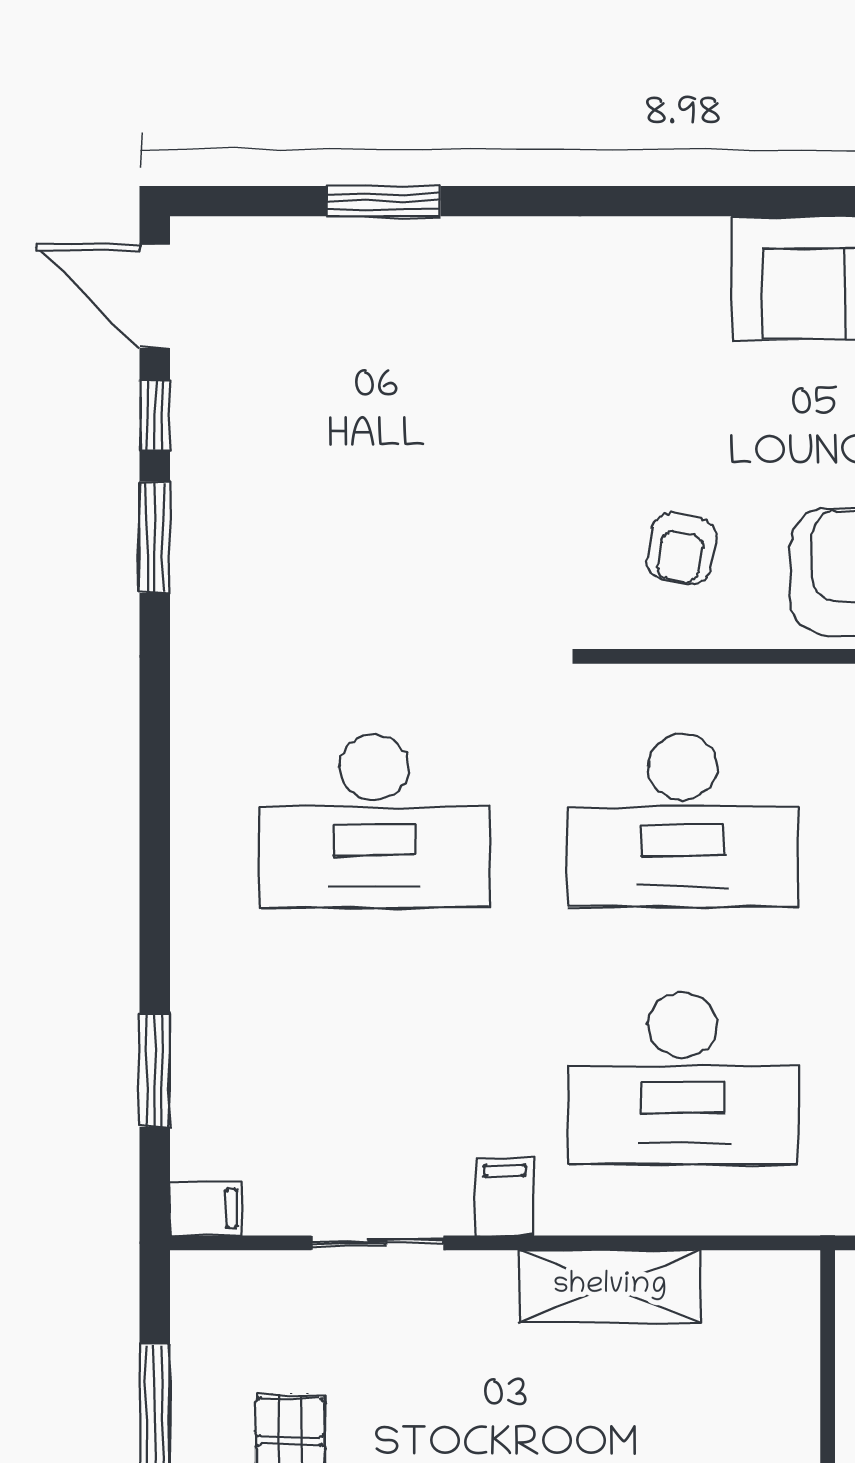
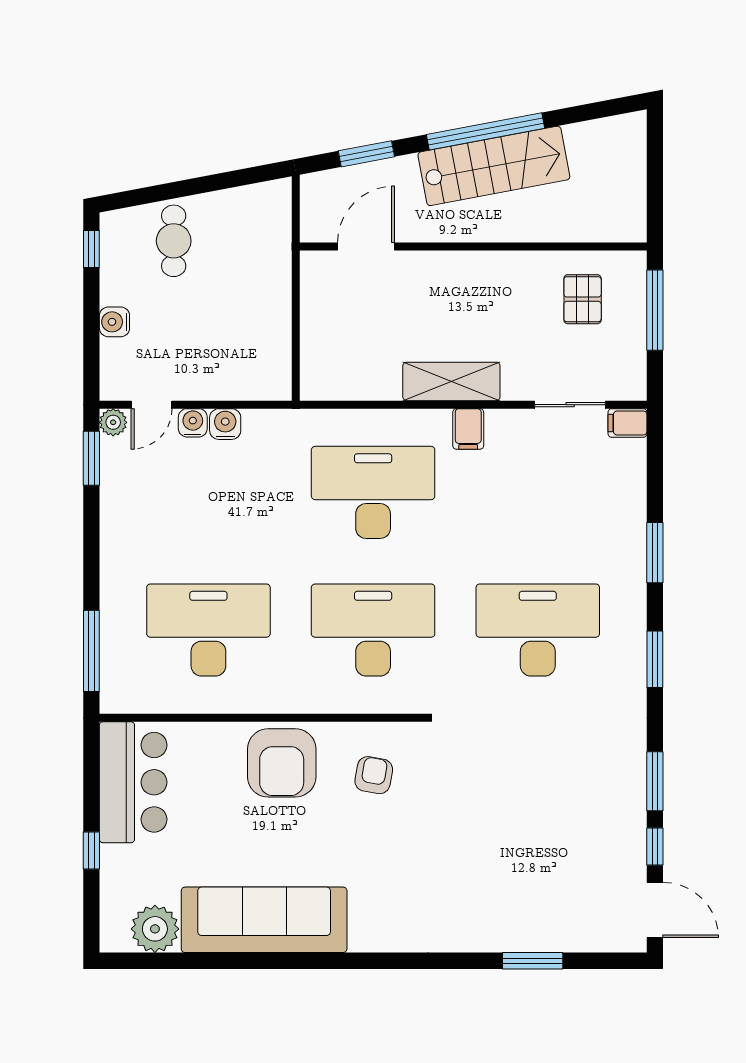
window: (155, 766) -> (655, 659), added
window: (155, 1070) -> (655, 553), moved
sliding door: (377, 1243) -> (570, 405), moved
shelving: (610, 1286) -> (451, 381), moved

